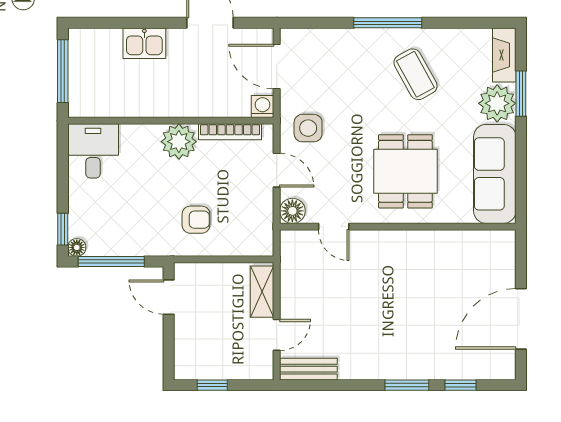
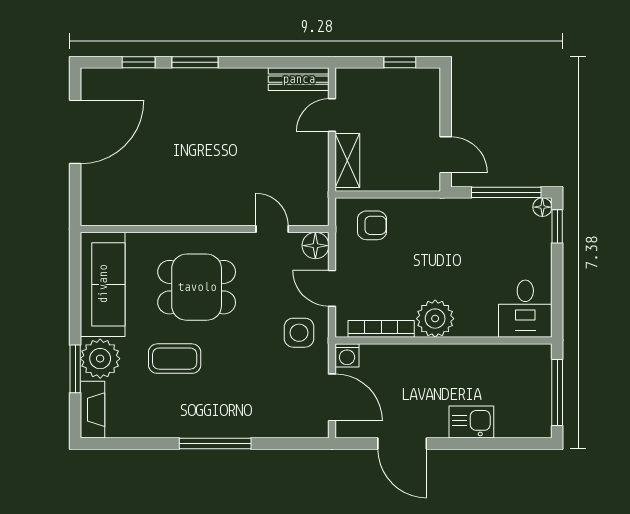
coffee table: (415, 74) -> (175, 359), moved, turned -61
dining table: (405, 171) -> (197, 287), turned 90
armchair: (196, 220) -> (372, 225), moved, turned 180

